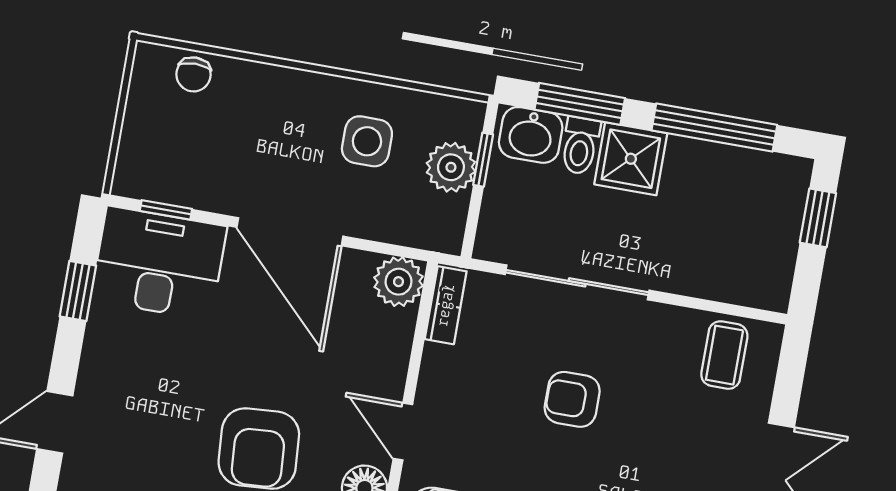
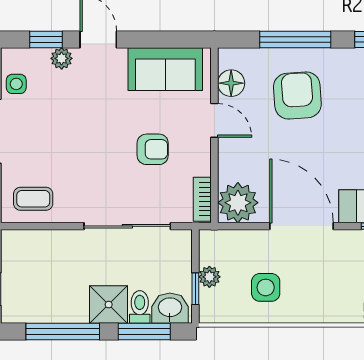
plant: (451, 167) -> (209, 277), width x0.73, depth x0.73
plant: (399, 282) -> (238, 203), width x1.36, depth x1.36
coffee table: (724, 355) -> (33, 199), turned 90
armchair: (572, 399) -> (153, 149), moved

